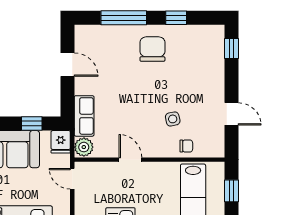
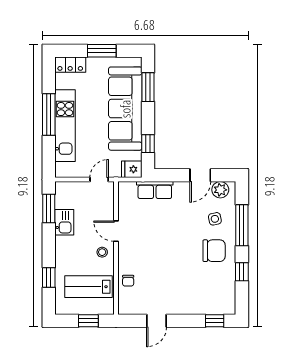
side table: (173, 119) -> (215, 219), moved
plant: (84, 147) -> (220, 190), moved
door: (130, 160) -> (116, 231), swing flipped
stool: (154, 175) -> (102, 252), added

